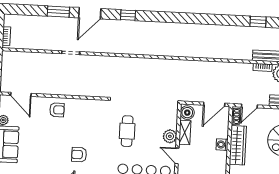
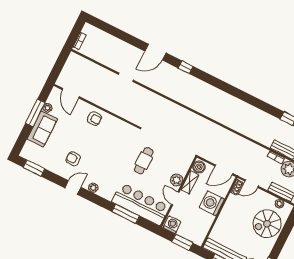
window: (58, 12) -> (131, 40), removed
washing machine: (222, 145) -> (212, 203), width x1.89, depth x1.89
wardrobe: (238, 145) -> (228, 211), removed
armchair: (79, 155) -> (73, 159), moved

